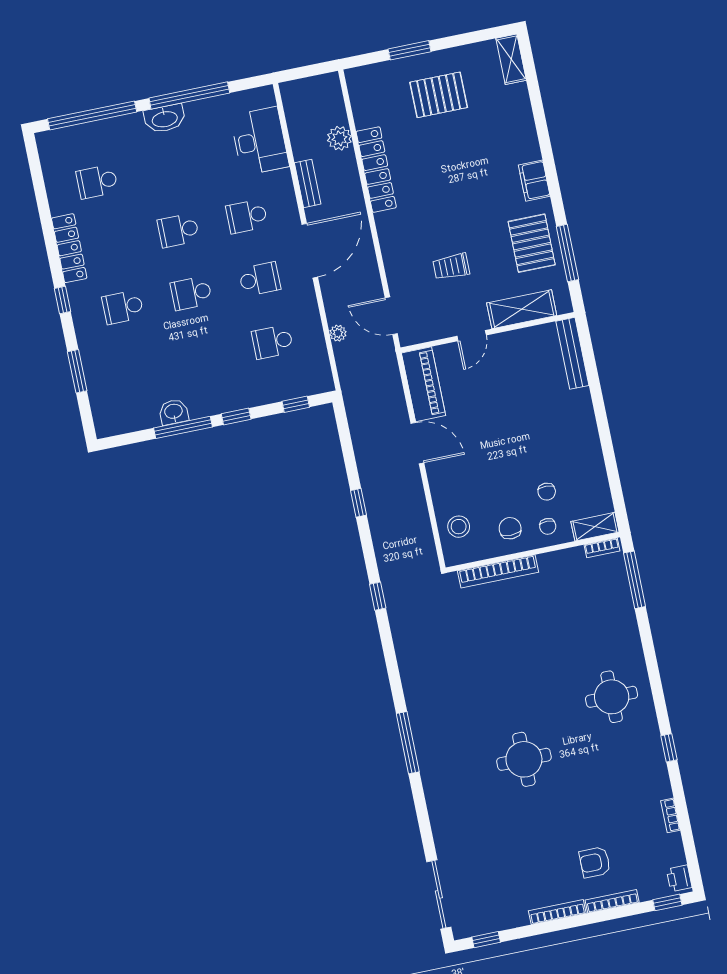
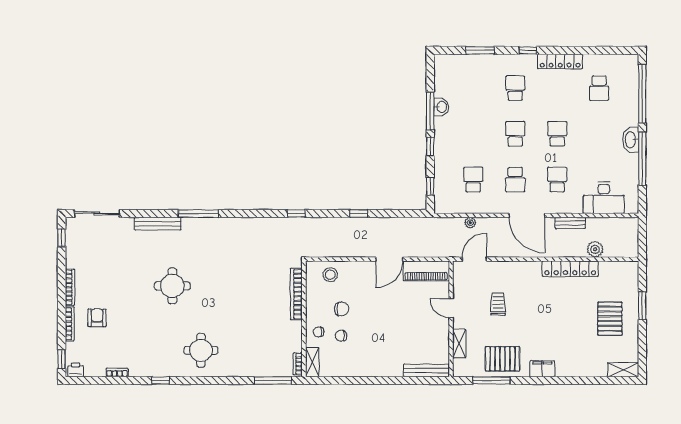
school desk: (97, 182) -> (599, 88), turned 180
shelving: (522, 309) -> (459, 344), width x0.67, depth x0.75
chair: (510, 528) -> (341, 309), moved
bench: (435, 800) -> (158, 224), added

